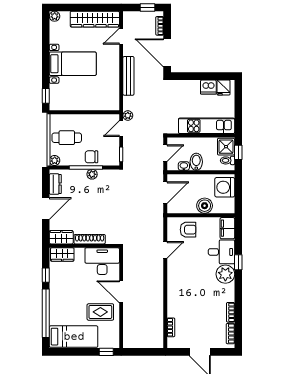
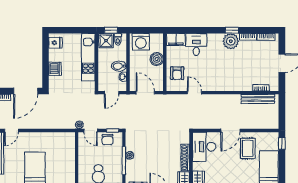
door: (121, 36) -> (11, 130), hinge flipped
bench: (128, 76) -> (258, 99), moved
dishwasher: (208, 87) -> (55, 69), moved
door: (165, 153) -> (112, 93), swing flipped
chair: (91, 157) -> (108, 140), moved
armchair: (188, 230) -> (177, 73), turned 180
window: (238, 262) -> (232, 30), moved
plant: (225, 274) -> (231, 41), moved

